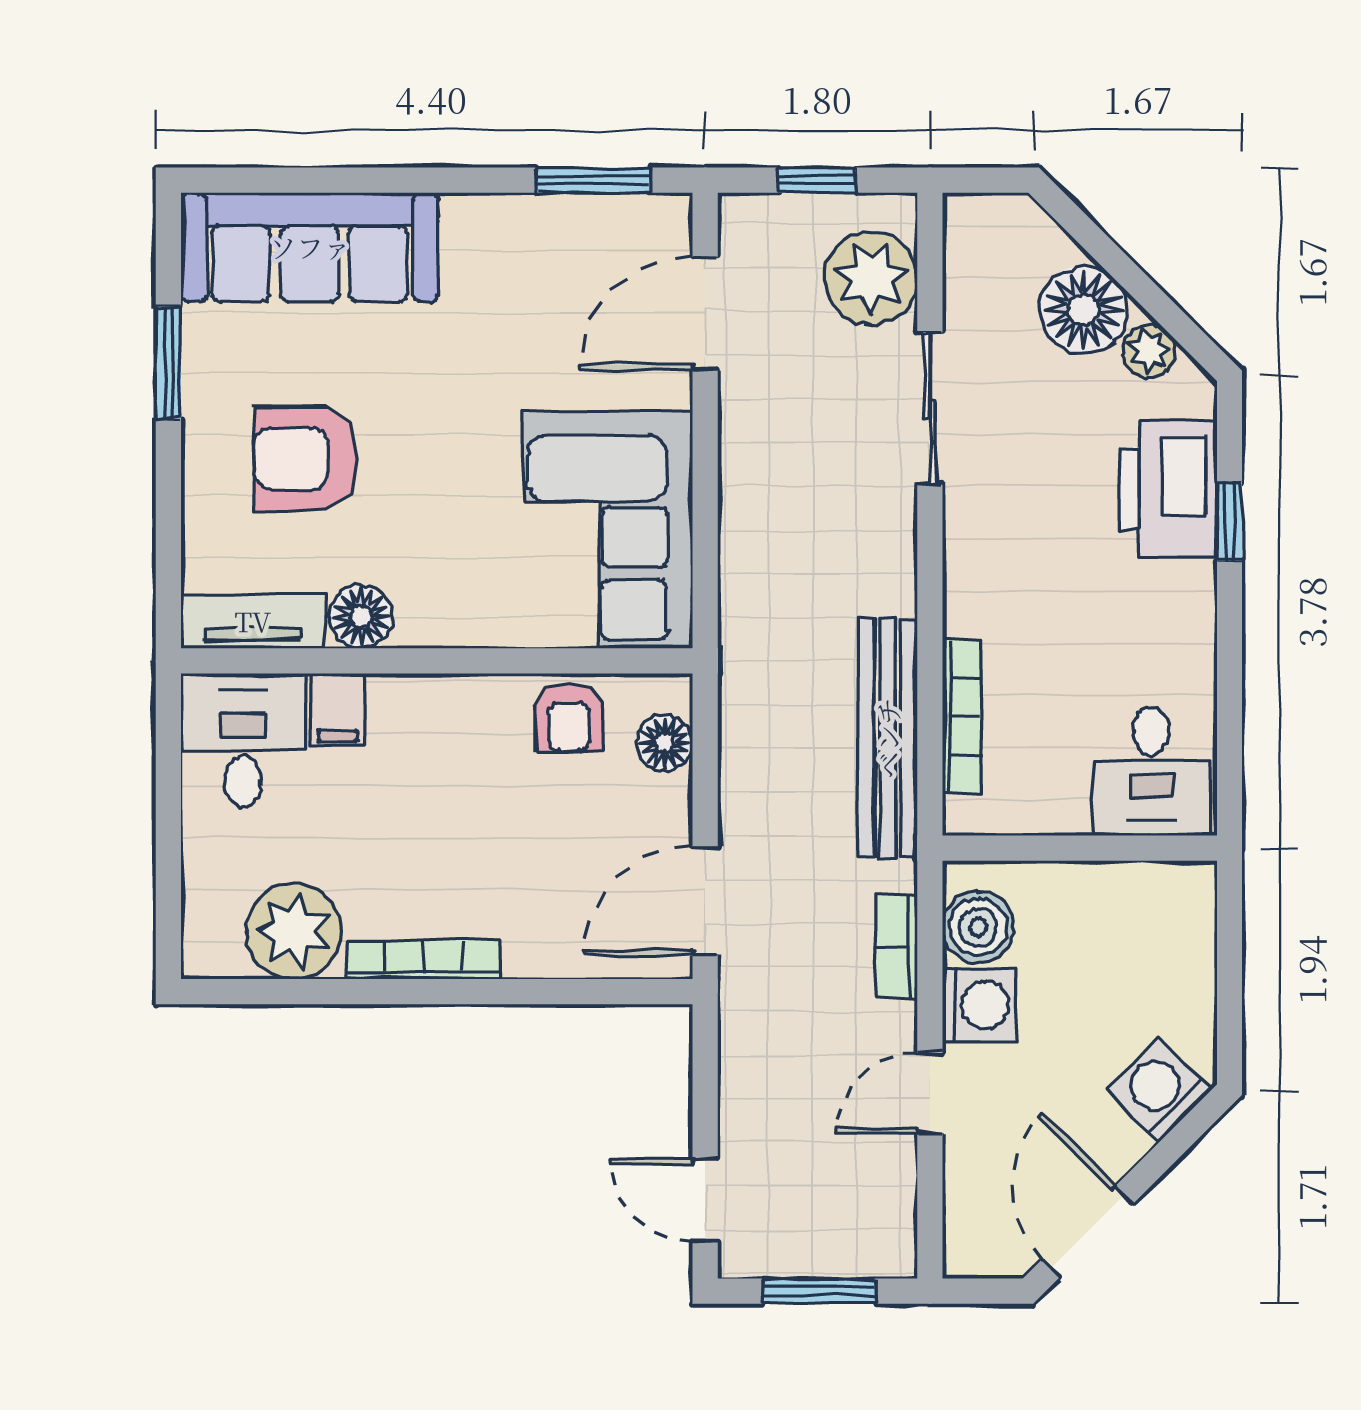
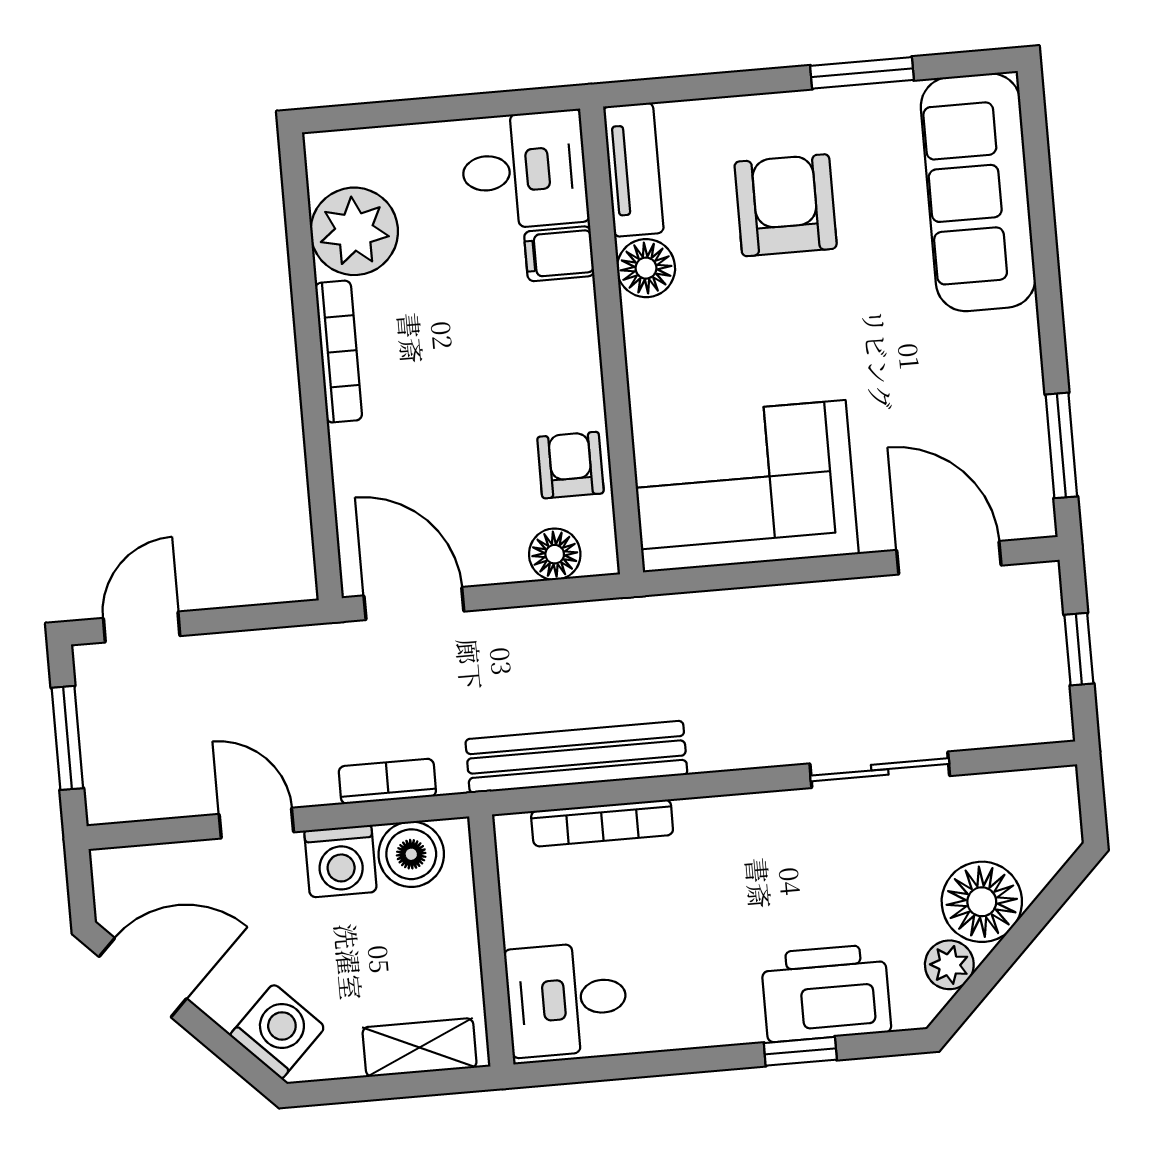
plant: (871, 278) -> (994, 706), removed
armchair: (569, 717) -> (570, 465), turned 91
shelving: (1190, 936) -> (420, 1047), added

